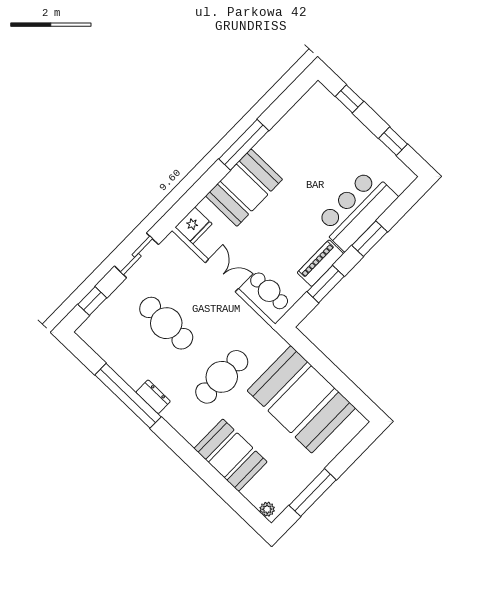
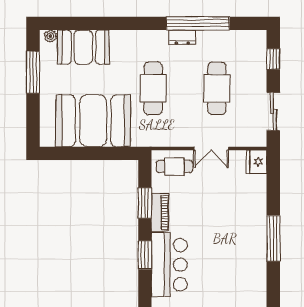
booth: (244, 188) -> (248, 213), removed
cafe table: (166, 323) -> (217, 88), turned 90
booth: (231, 455) -> (83, 47), moved

